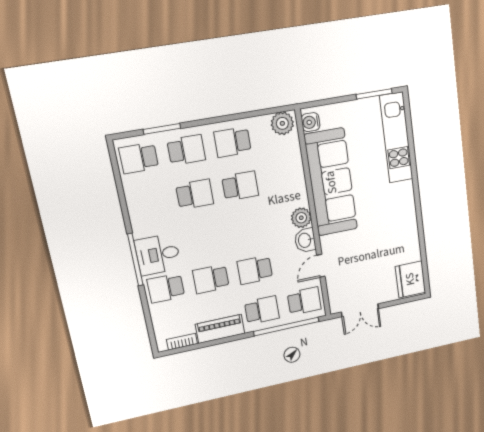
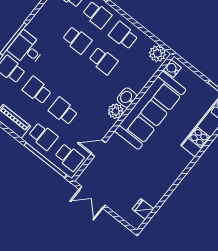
washbasin: (305, 240) -> (127, 98), moved
fridge: (410, 279) -> (143, 209), width x0.53, depth x0.75

